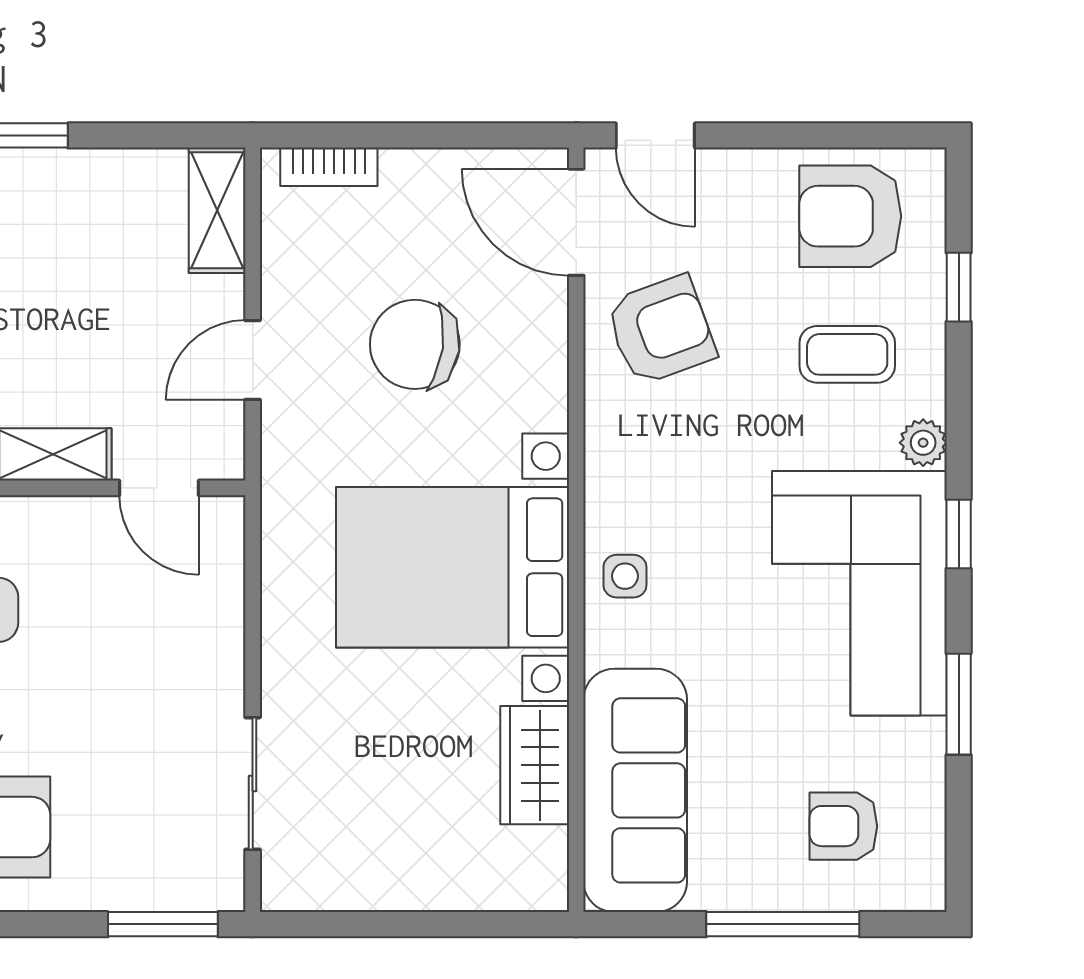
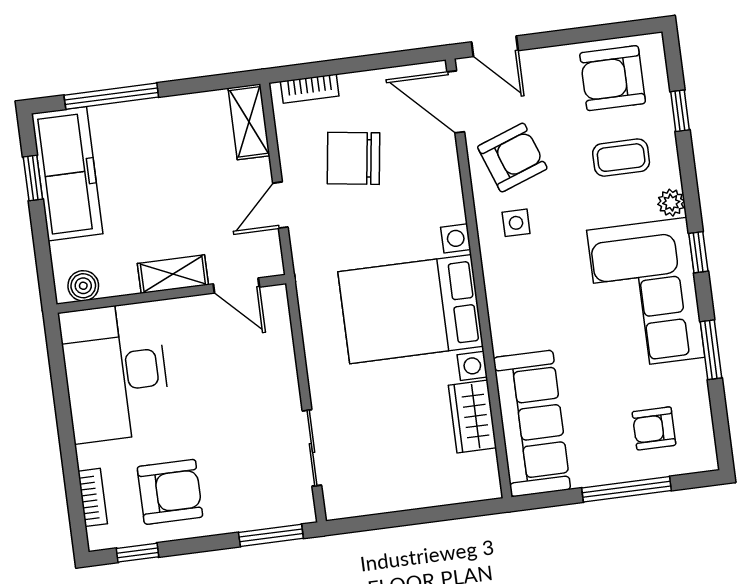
chair: (415, 344) -> (353, 158), moved
side table: (625, 576) -> (516, 223), moved

